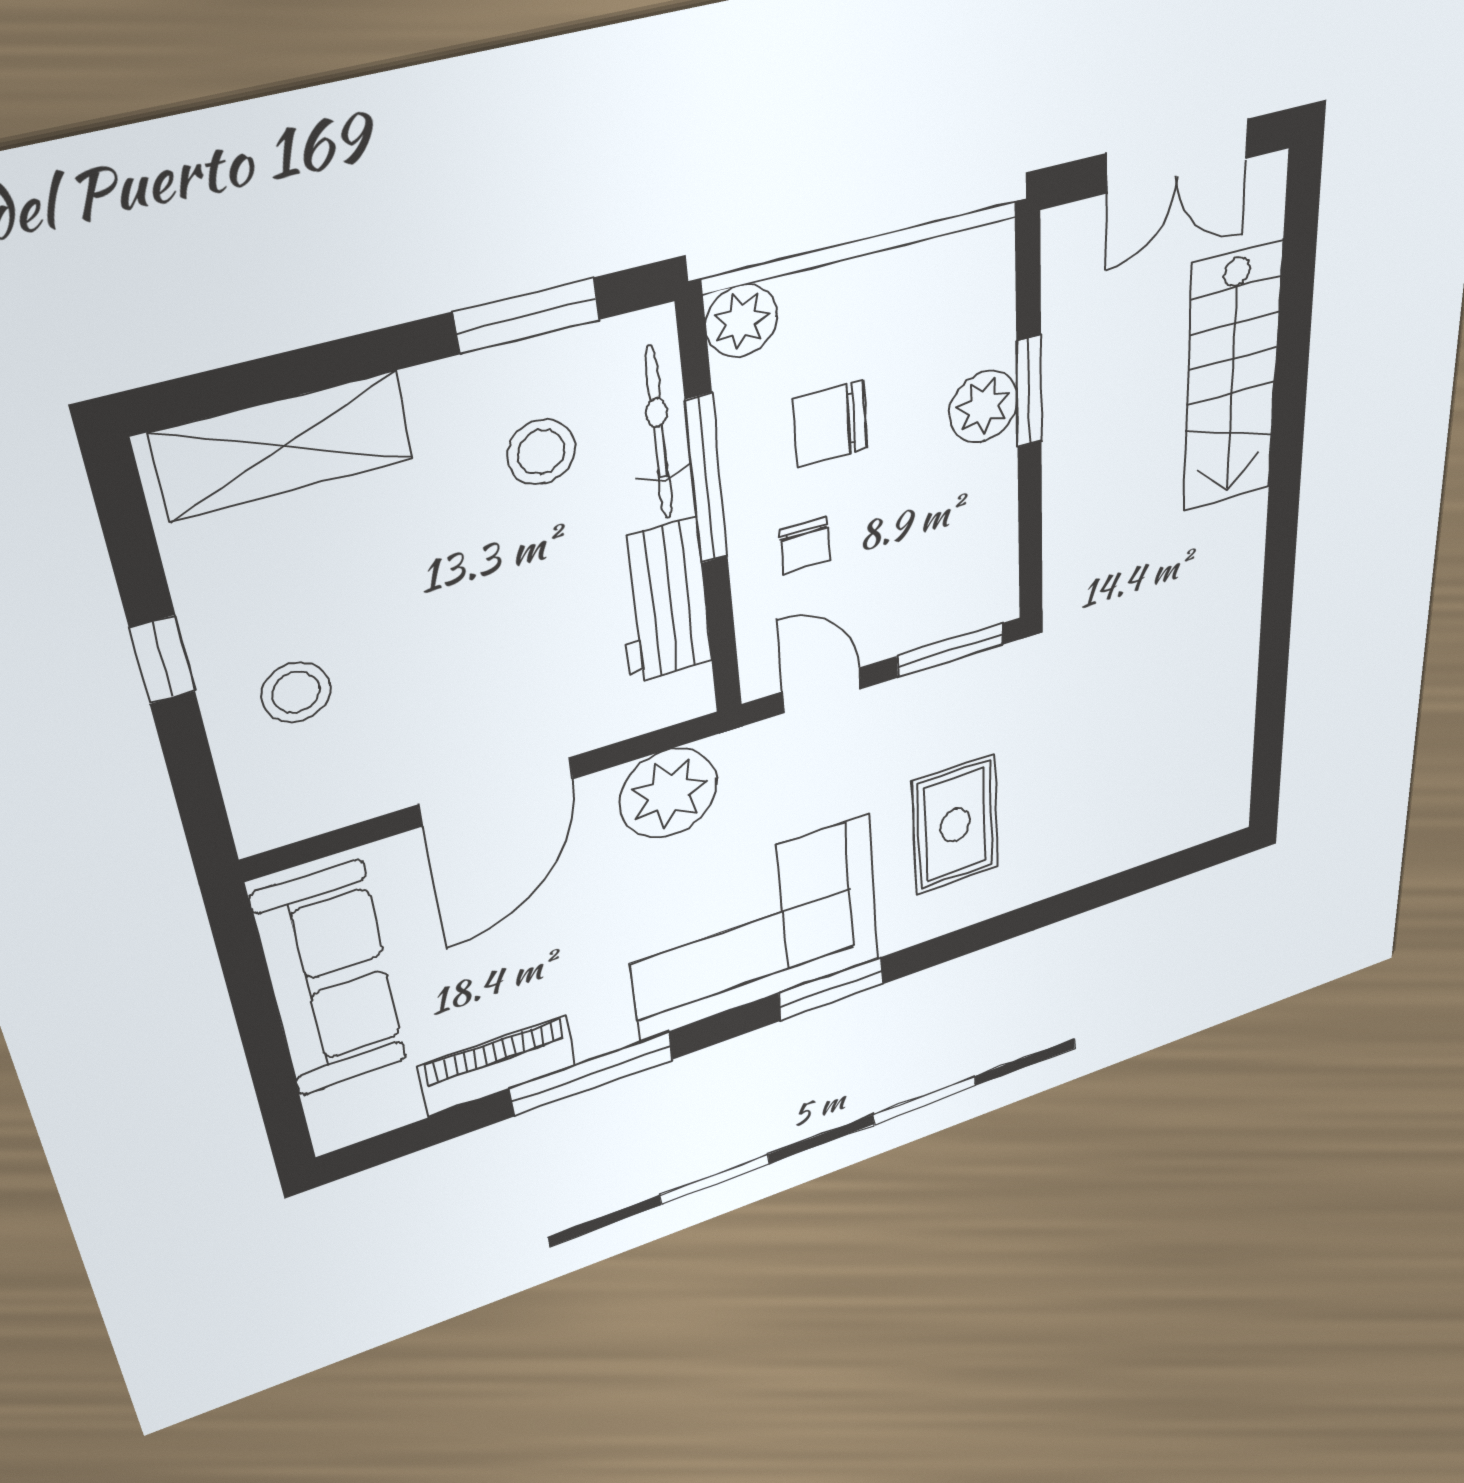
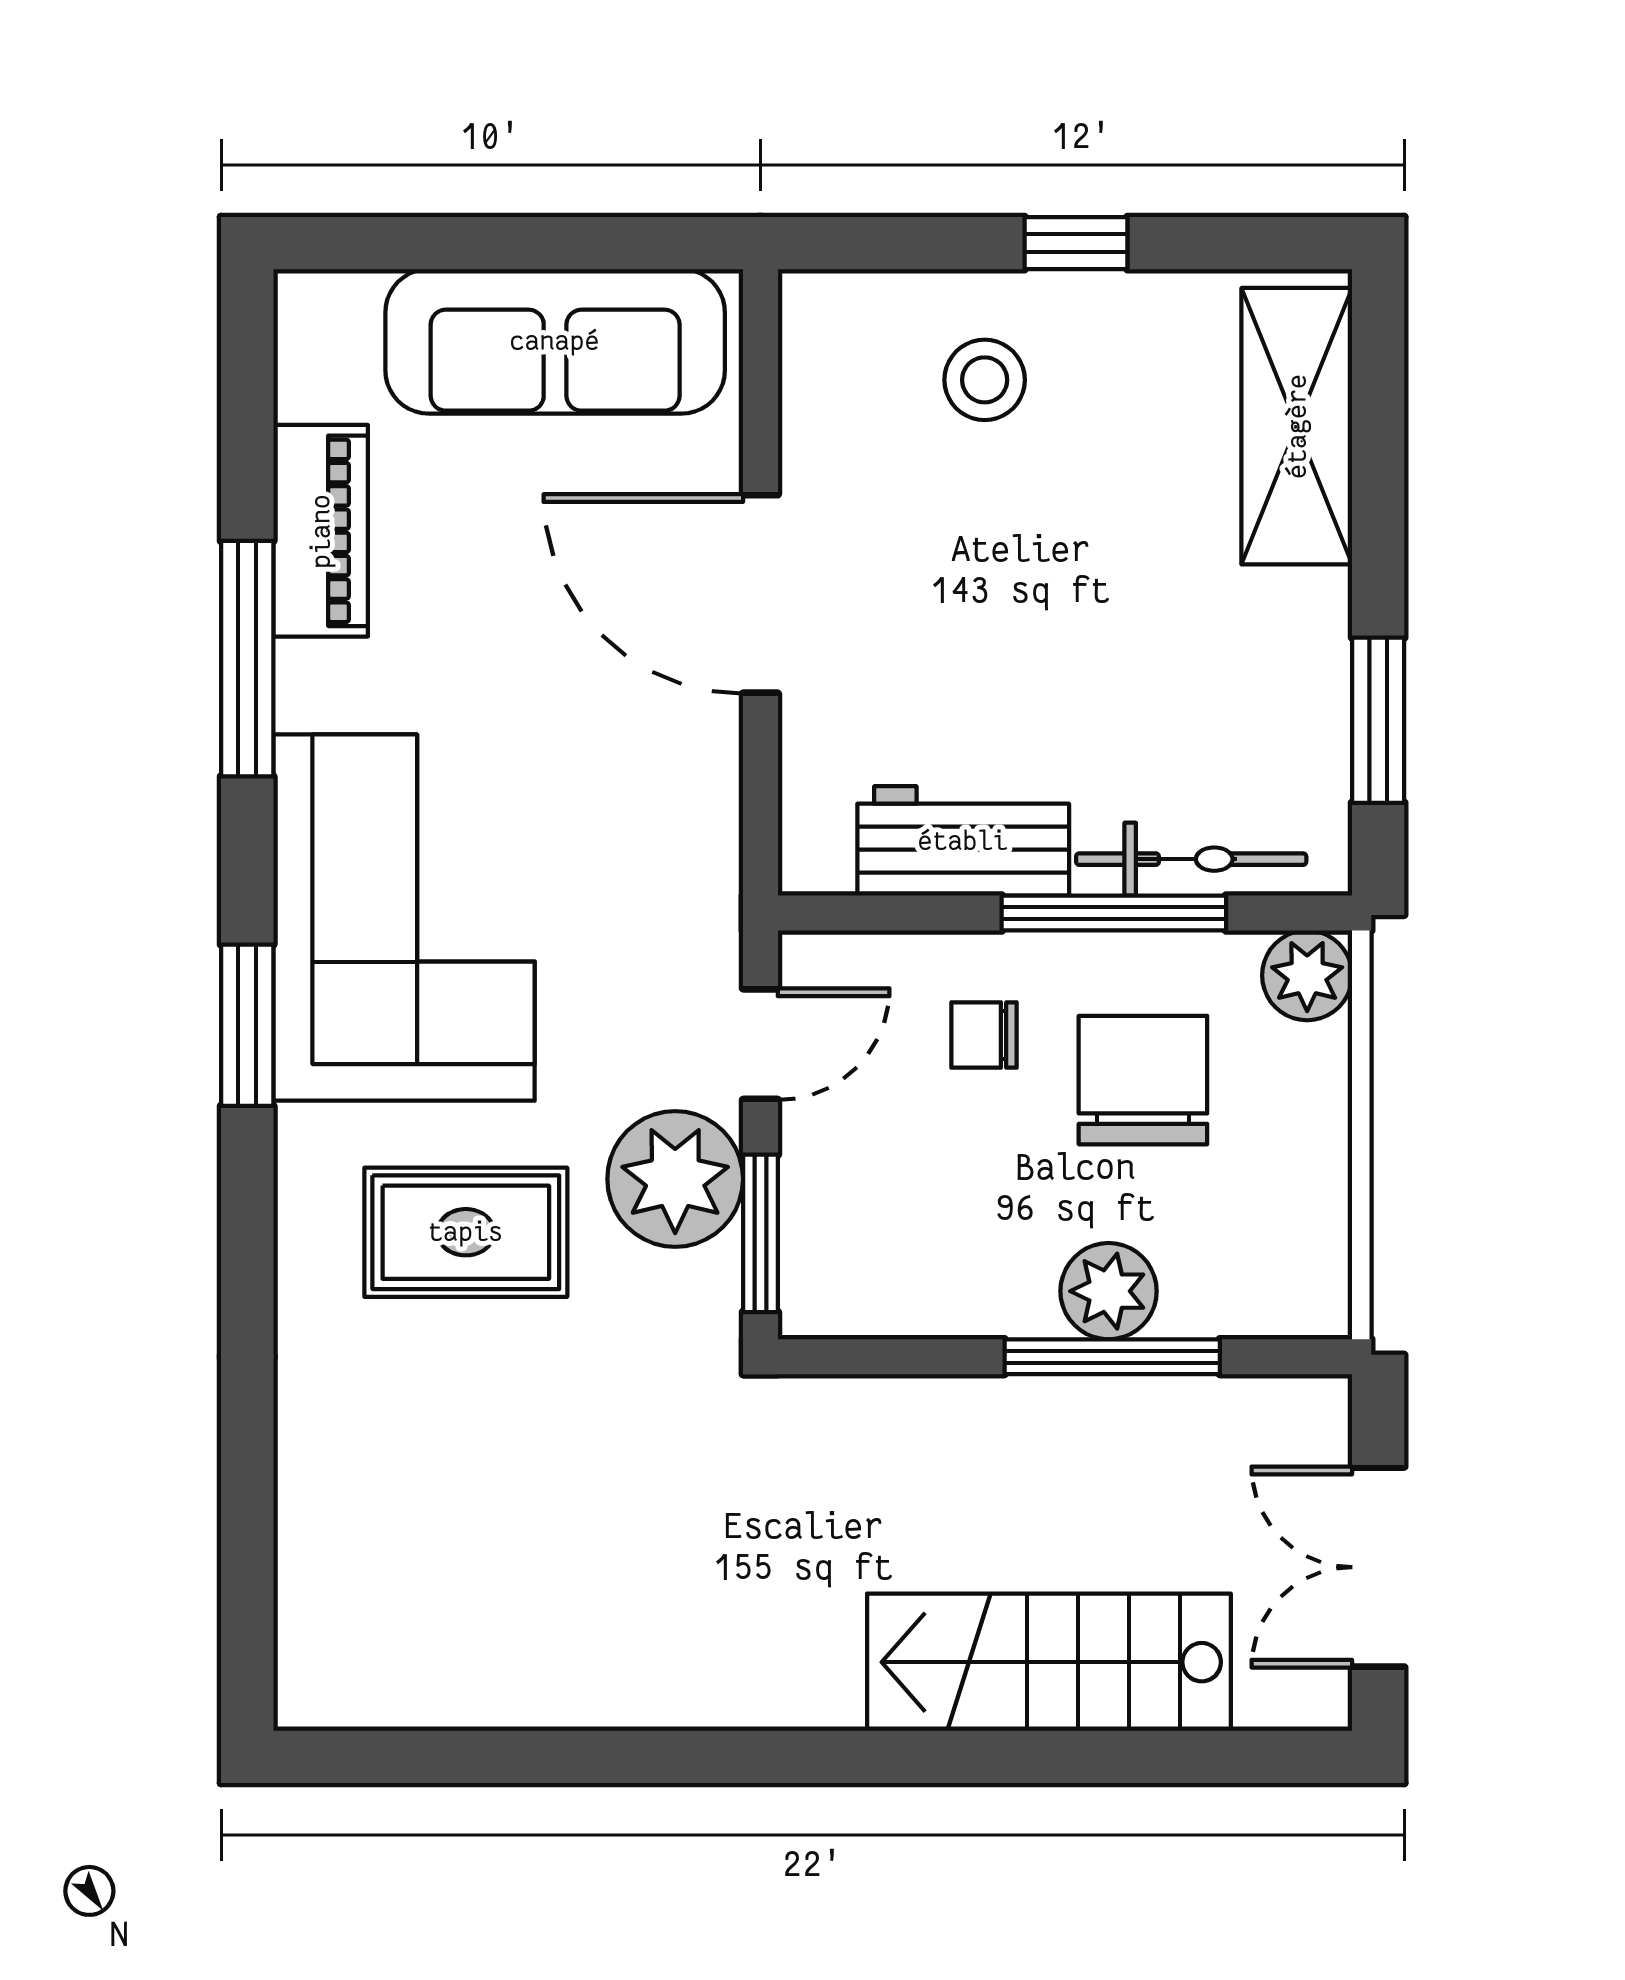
window: (1029, 392) -> (1112, 1357), width x1.44
chair: (830, 424) -> (1143, 1080), width x1.37, depth x1.37
stool: (541, 452) -> (1208, 714), removed
plant: (668, 793) -> (675, 1179), moved

